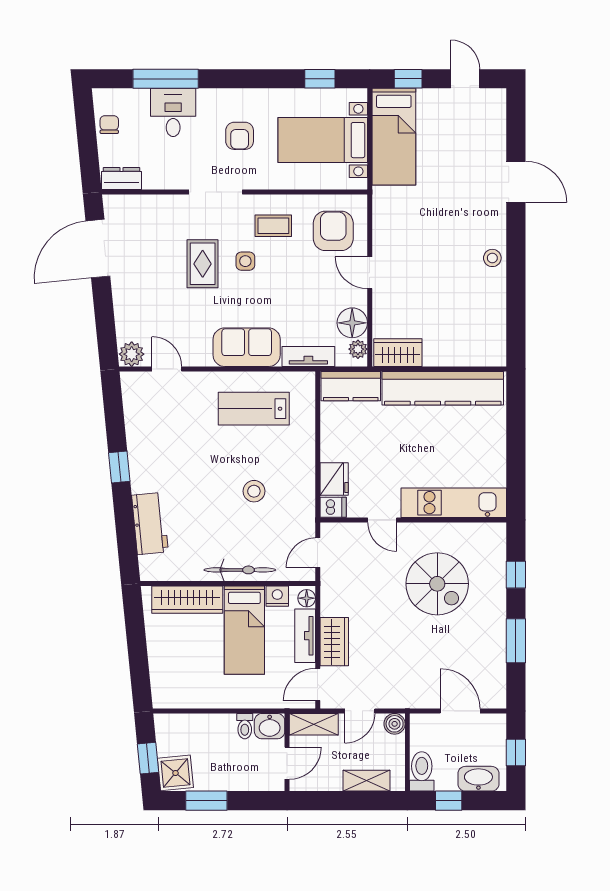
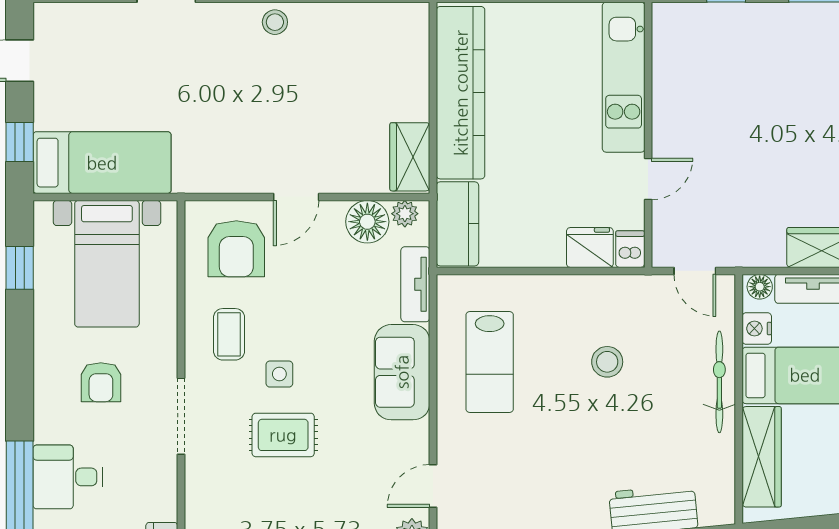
armchair: (240, 136) -> (101, 382), turned 90
armchair: (333, 231) -> (236, 249), turned -90
spiral stairs: (437, 584) -> (739, 101), removed

